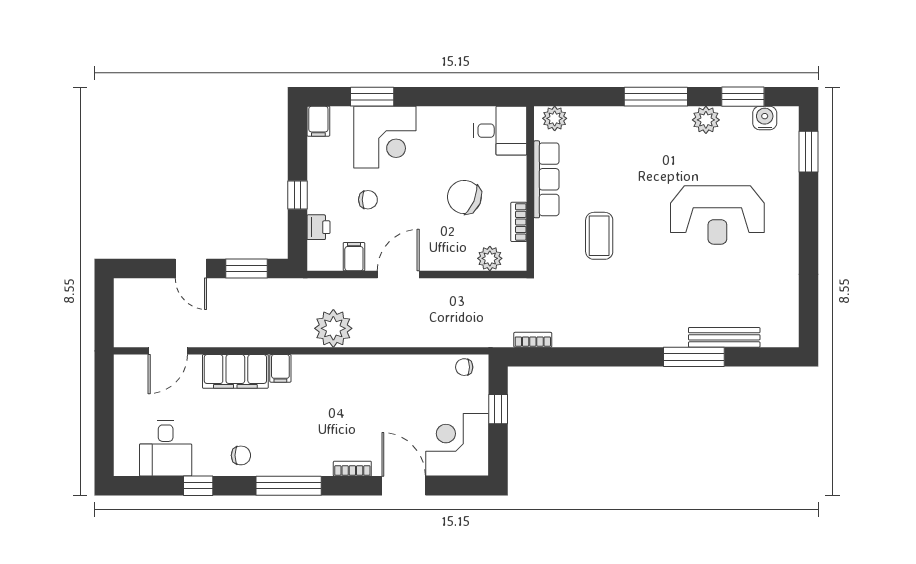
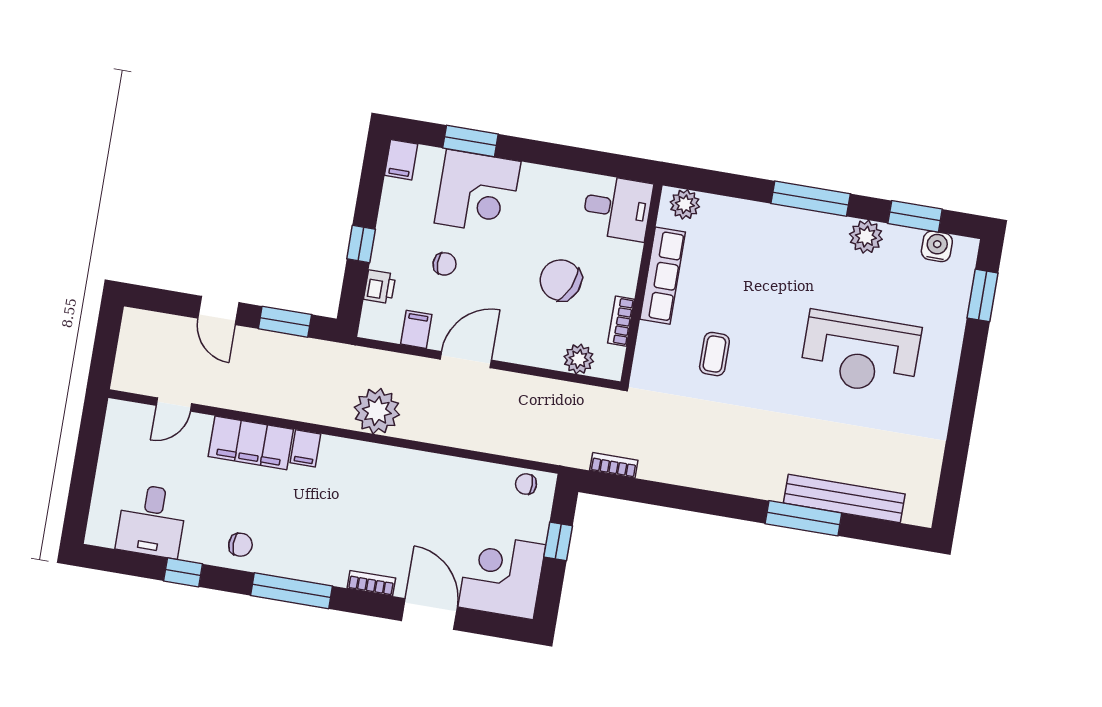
coffee table: (599, 236) -> (714, 354), width x0.73, depth x0.77
bench: (724, 337) -> (844, 499), width x1.37, depth x1.21
door: (168, 351) -> (174, 405), width x0.73

